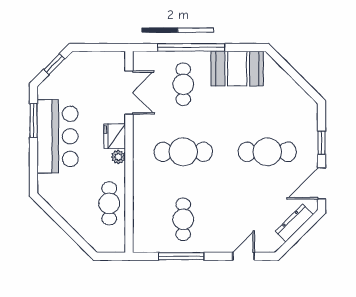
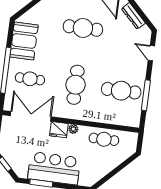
double door: (129, 93) -> (31, 116), width x1.37
cafe table: (267, 152) -> (83, 28), turned 90
cafe table: (183, 219) -> (121, 91), width x1.37, depth x1.35

